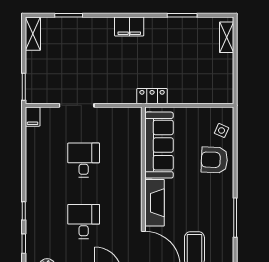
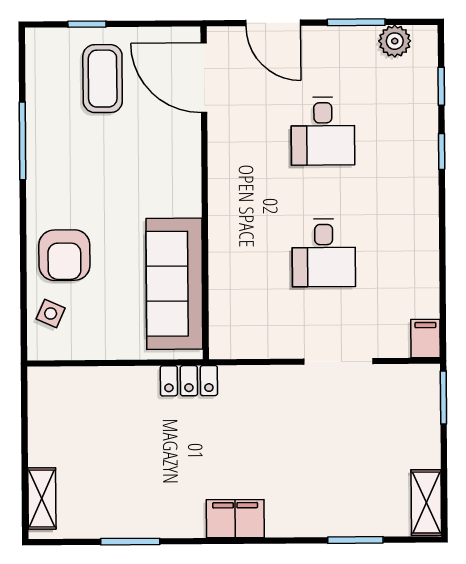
armchair: (214, 160) -> (64, 255), turned 88
fireplace: (155, 203) -> (182, 169), removed

